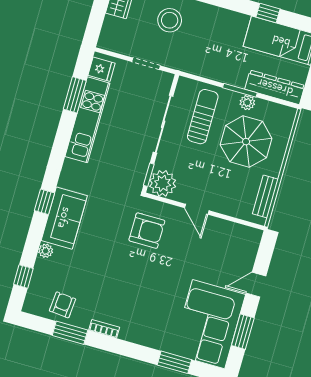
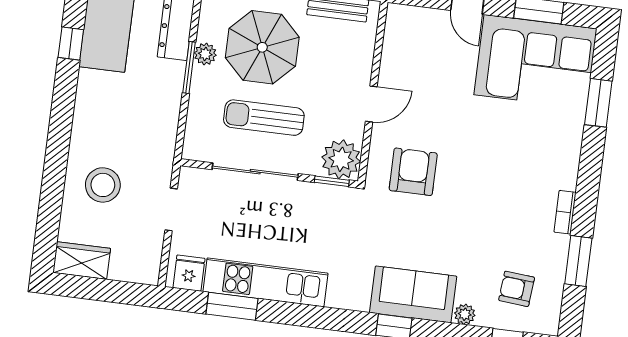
sun lounger: (203, 117) -> (264, 118), moved
armchair: (63, 305) -> (517, 289), moved

